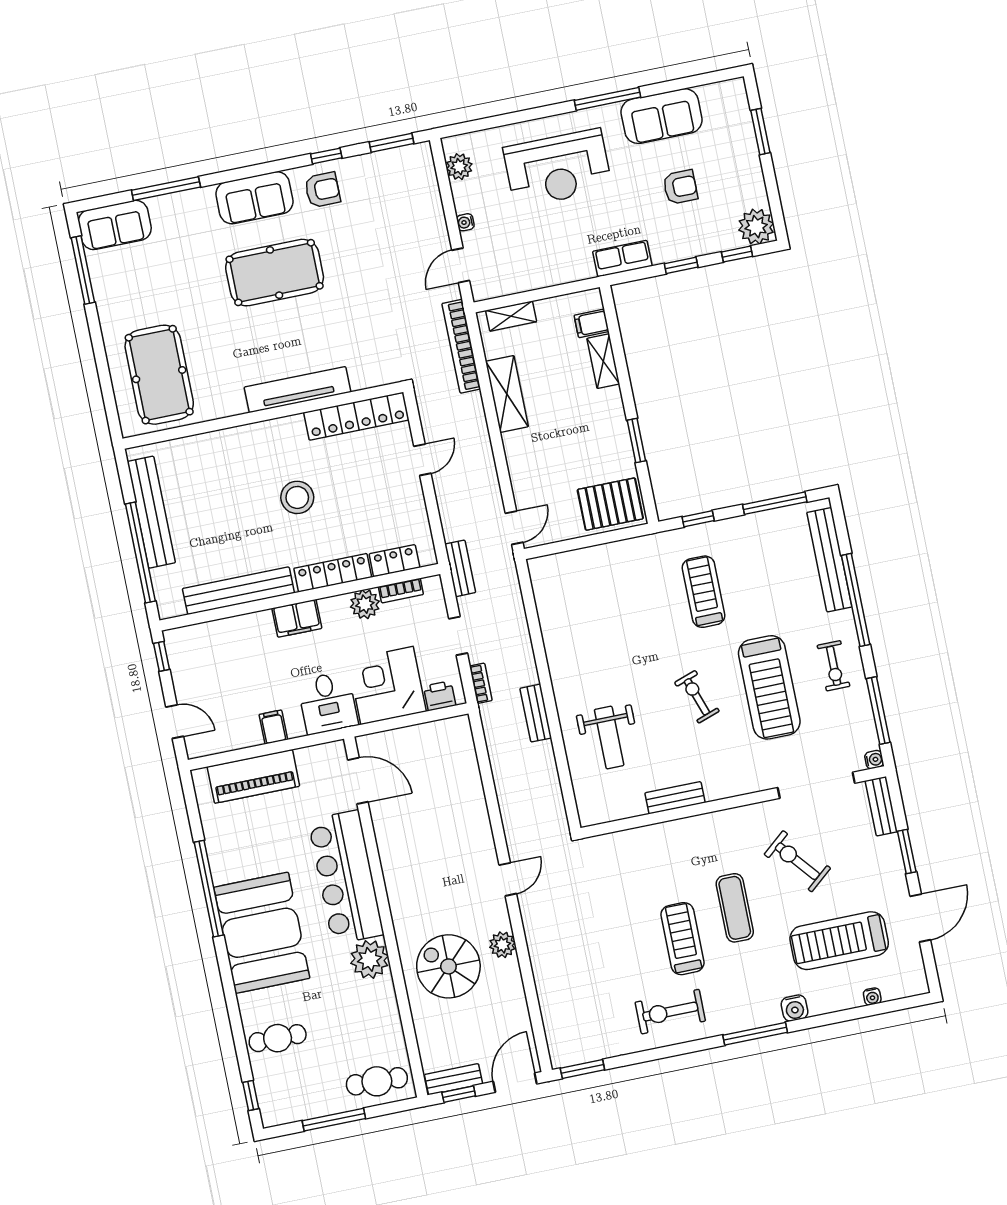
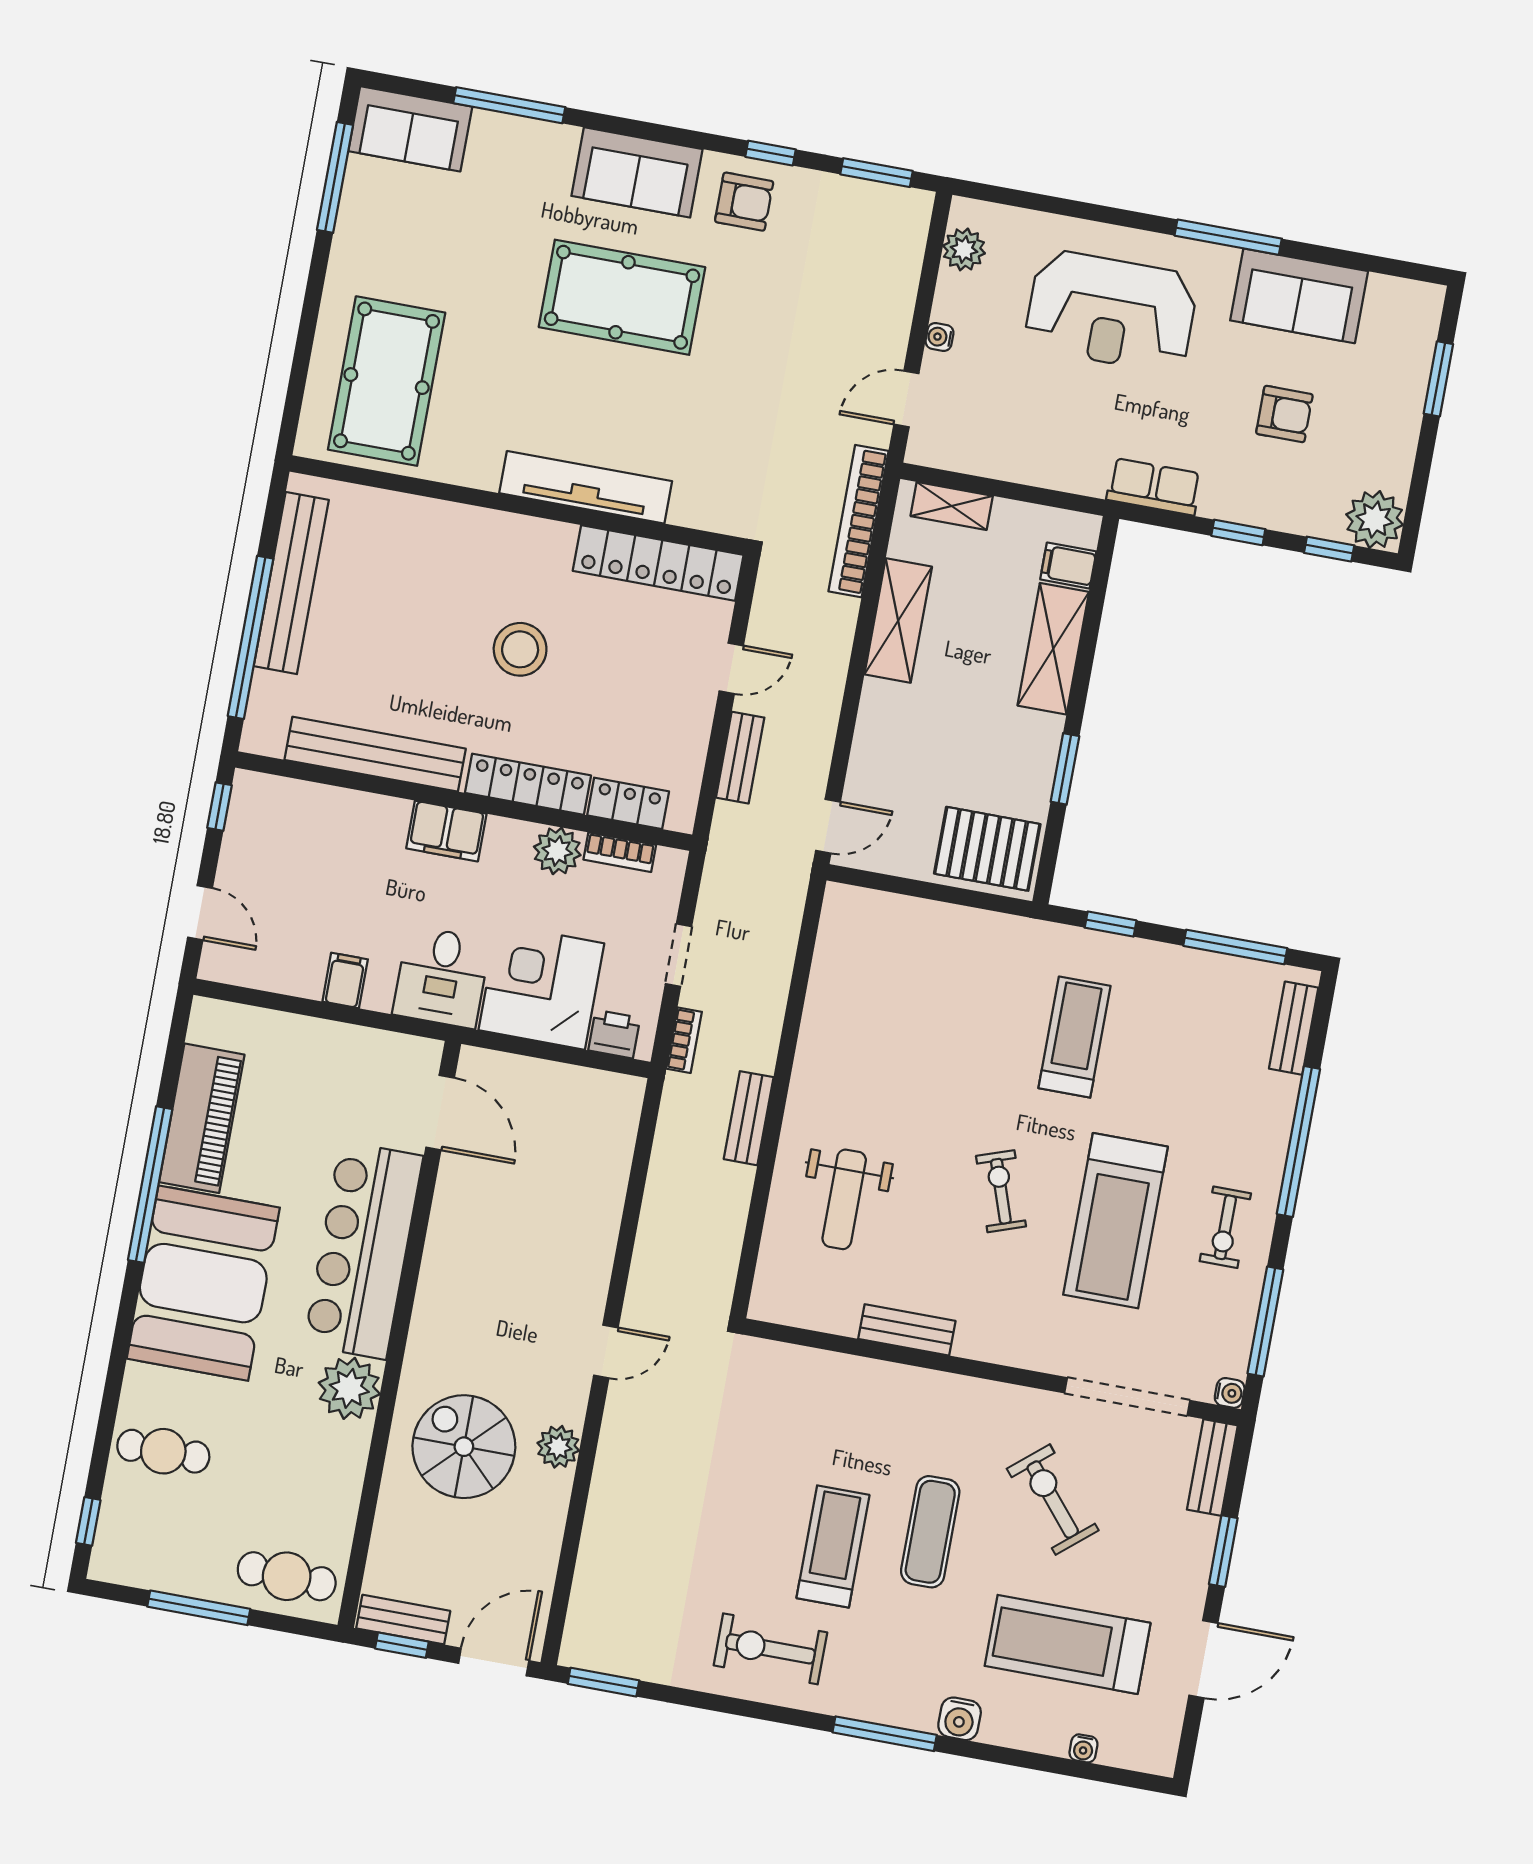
shelving: (603, 361) -> (1053, 649), width x1.50, depth x1.33
bench: (829, 560) -> (1294, 1028), width x0.54, depth x0.82
bench: (460, 568) -> (740, 758), moved
piano: (253, 776) -> (202, 1118), moved, turned -90

